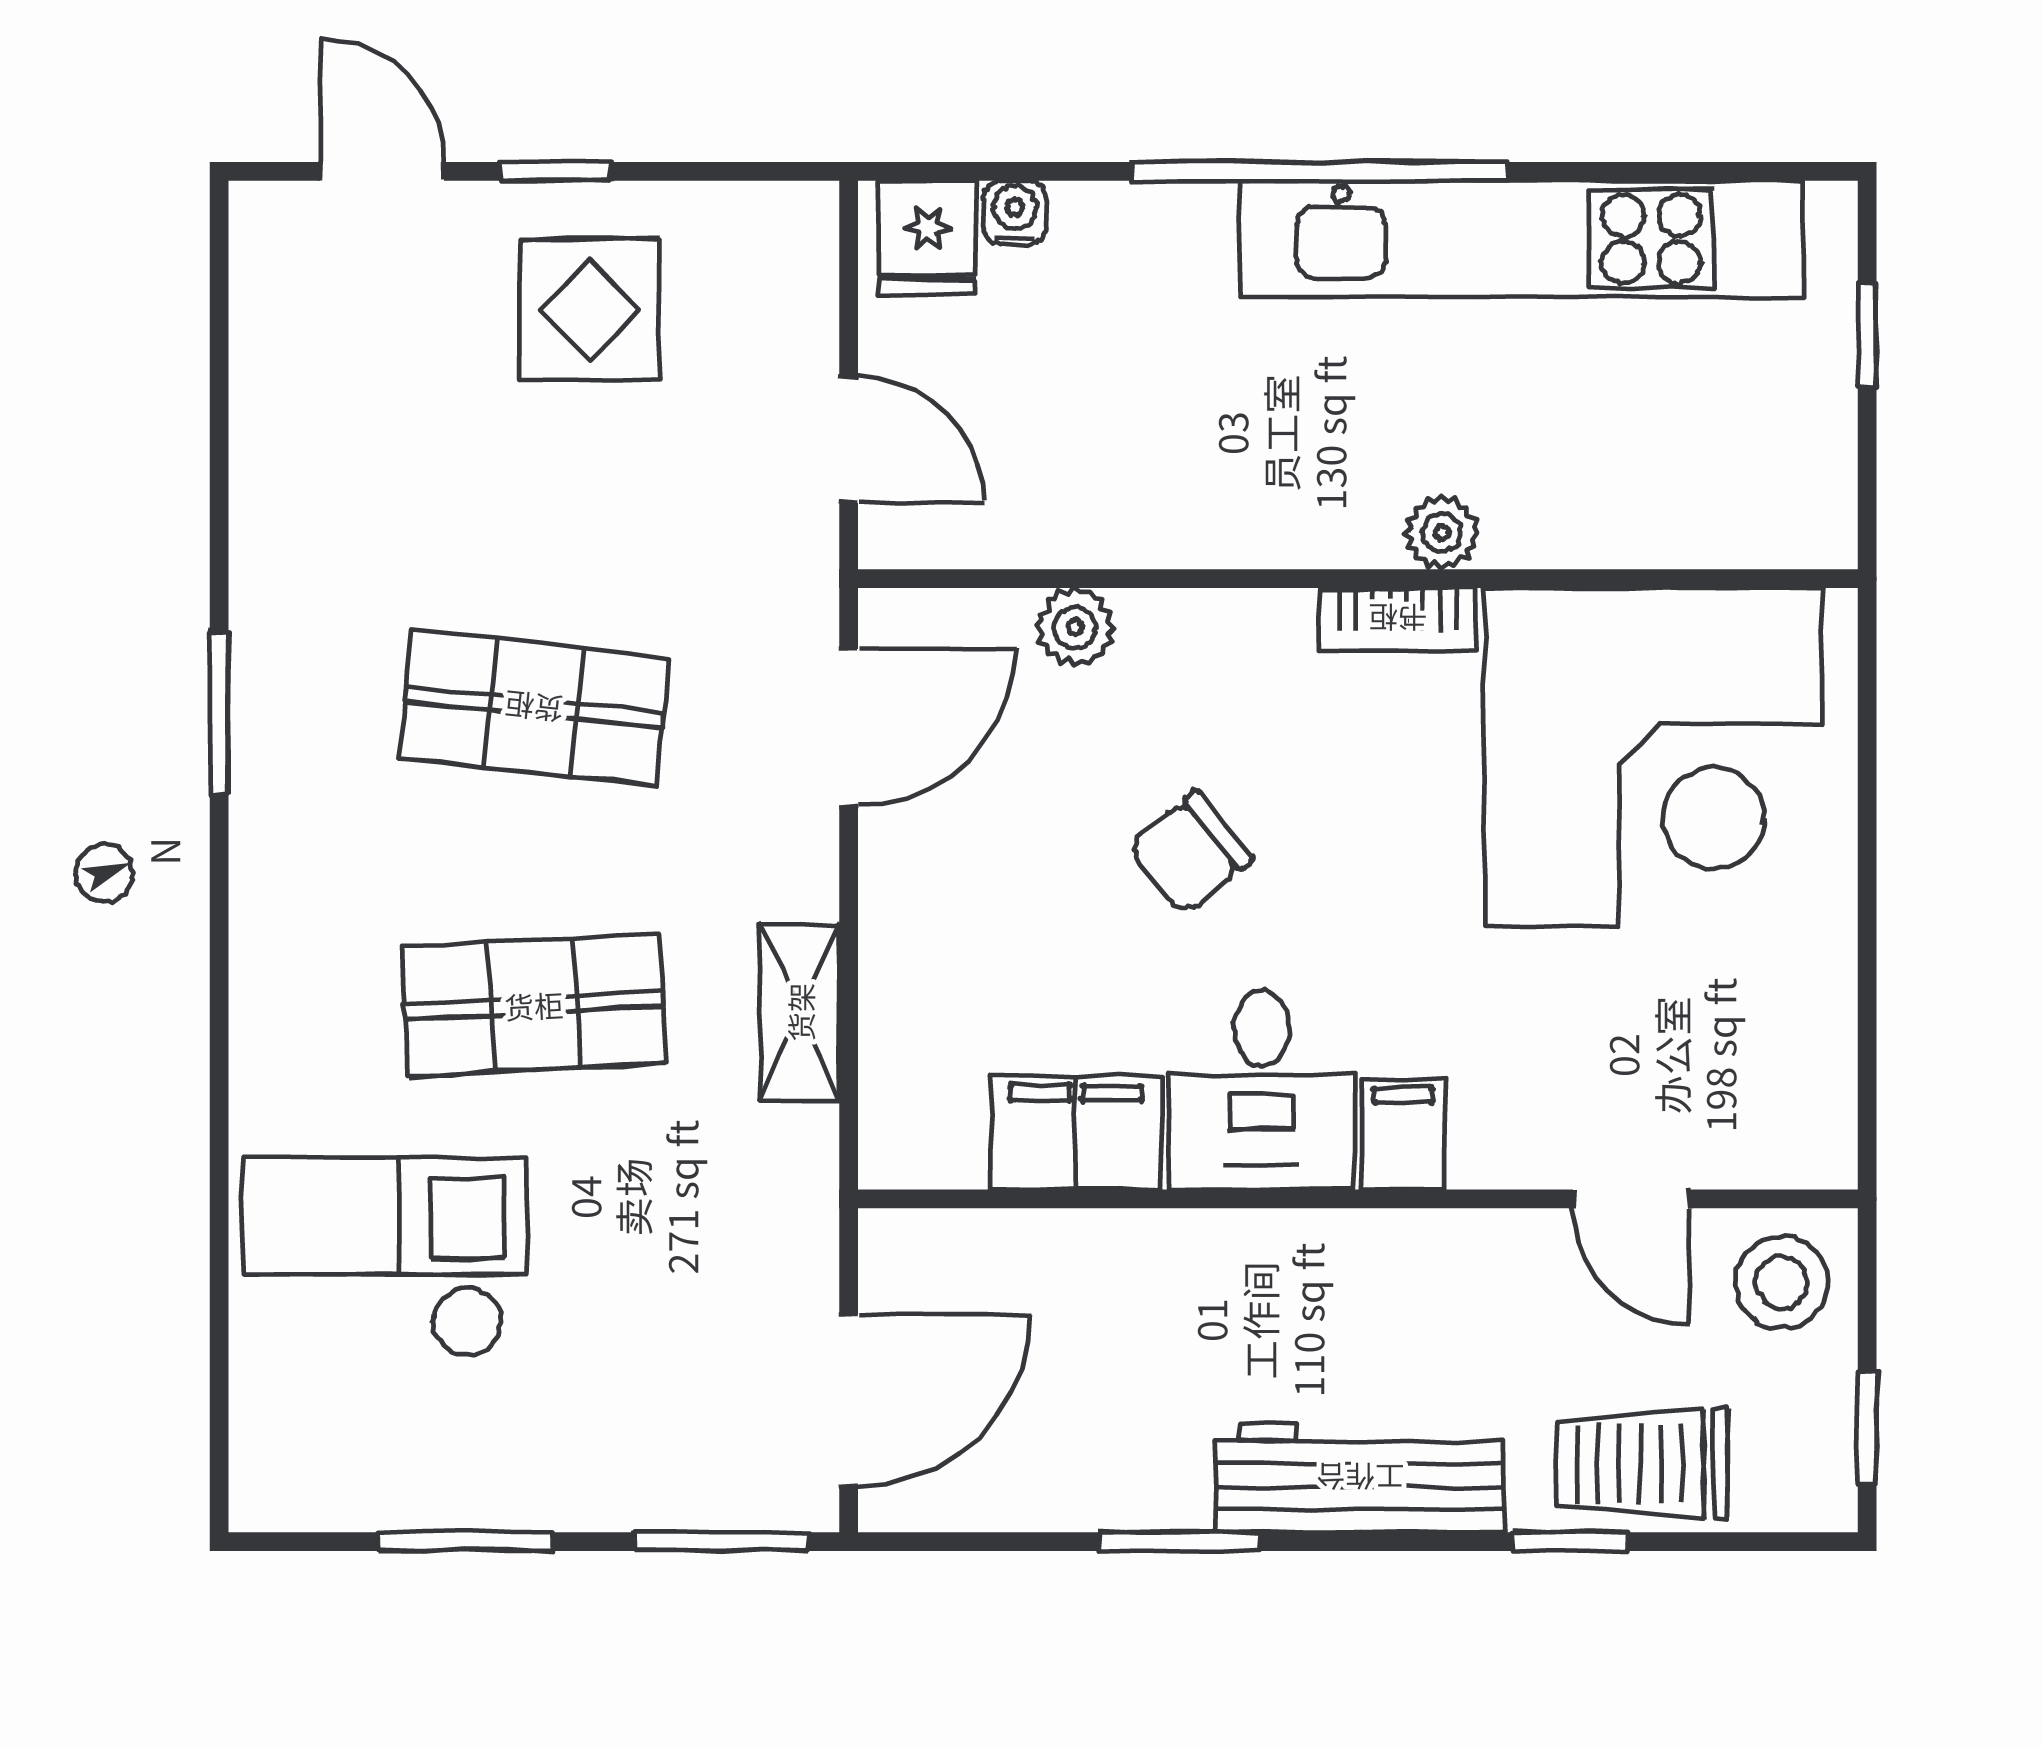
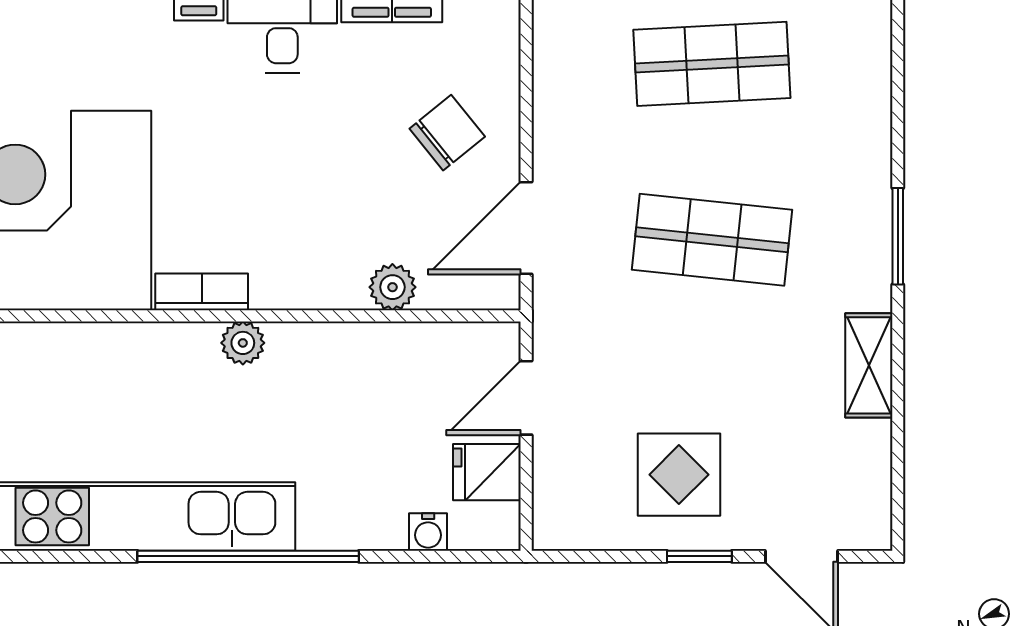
fridge: (928, 238) -> (487, 472), moved, turned -90
door: (849, 440) -> (526, 398), hinge flipped
plant: (1442, 533) -> (243, 343), moved
chair: (1190, 853) -> (447, 133), moved
shelving: (800, 1012) -> (869, 365), moved

